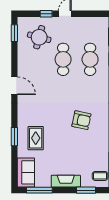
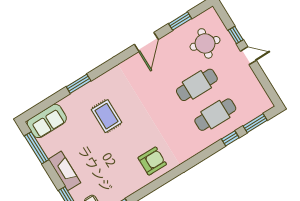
window: (14, 33) -> (180, 21), moved
door: (14, 86) -> (146, 42), moved
armchair: (81, 120) -> (152, 161), moved, turned -102
rug: (36, 138) -> (106, 116), moved, turned 90

